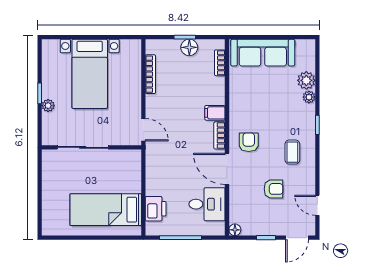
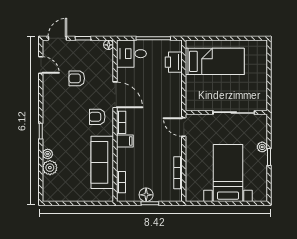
sofa: (263, 53) -> (102, 162), moved, turned -90
armchair: (249, 142) -> (97, 117), turned 90
coffee table: (292, 152) -> (61, 109), removed
desk: (207, 204) -> (131, 54), moved

